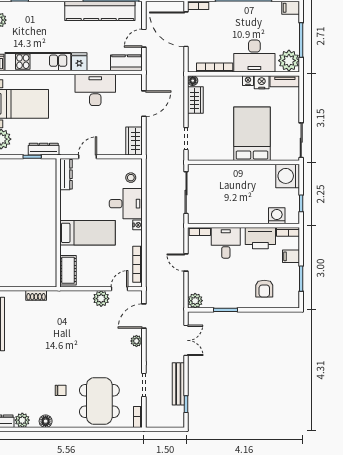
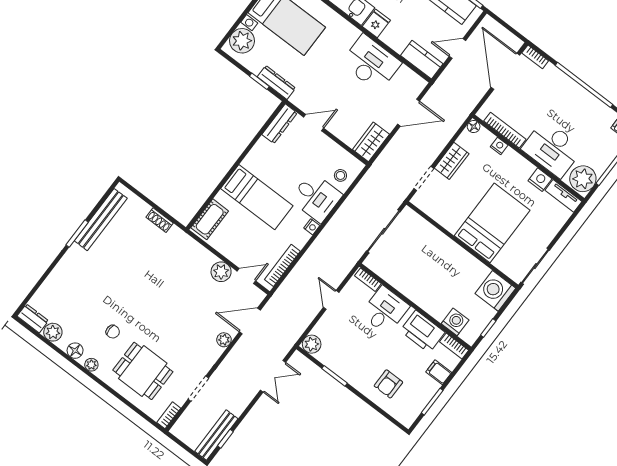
nightstand: (248, 81) -> (499, 146), moved
wardrobe: (195, 100) -> (452, 161), moved
bench: (178, 384) -> (216, 435), moved
dining table: (99, 401) -> (143, 371), width x0.73
plant: (63, 422) -> (91, 365), added

